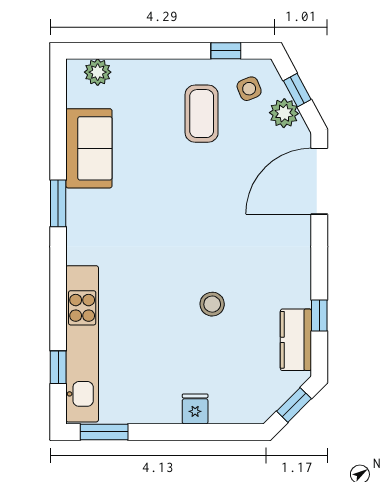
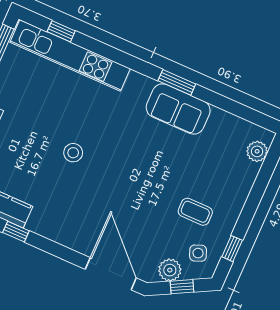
coffee table: (202, 114) -> (195, 212), width x0.73, depth x0.77
sofa: (89, 148) -> (178, 109), moved
stool: (212, 304) -> (73, 153), moved

